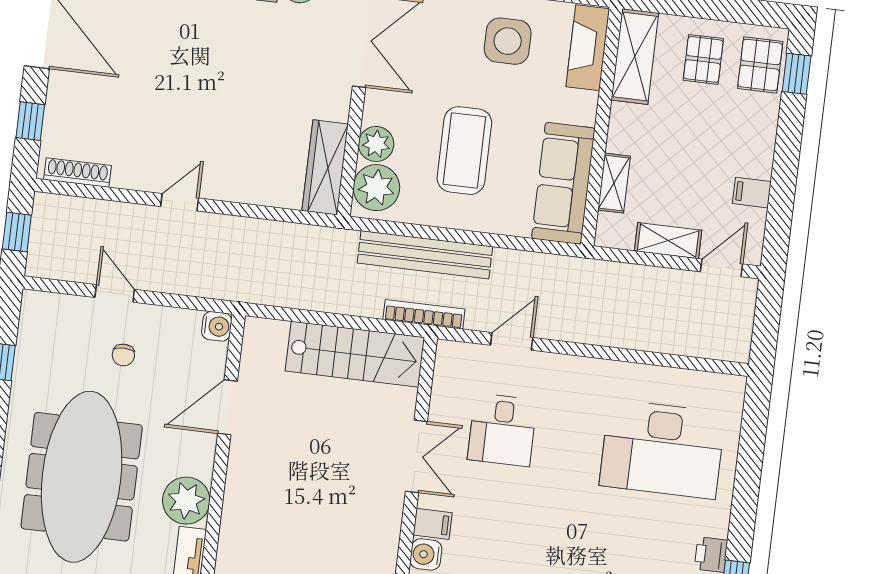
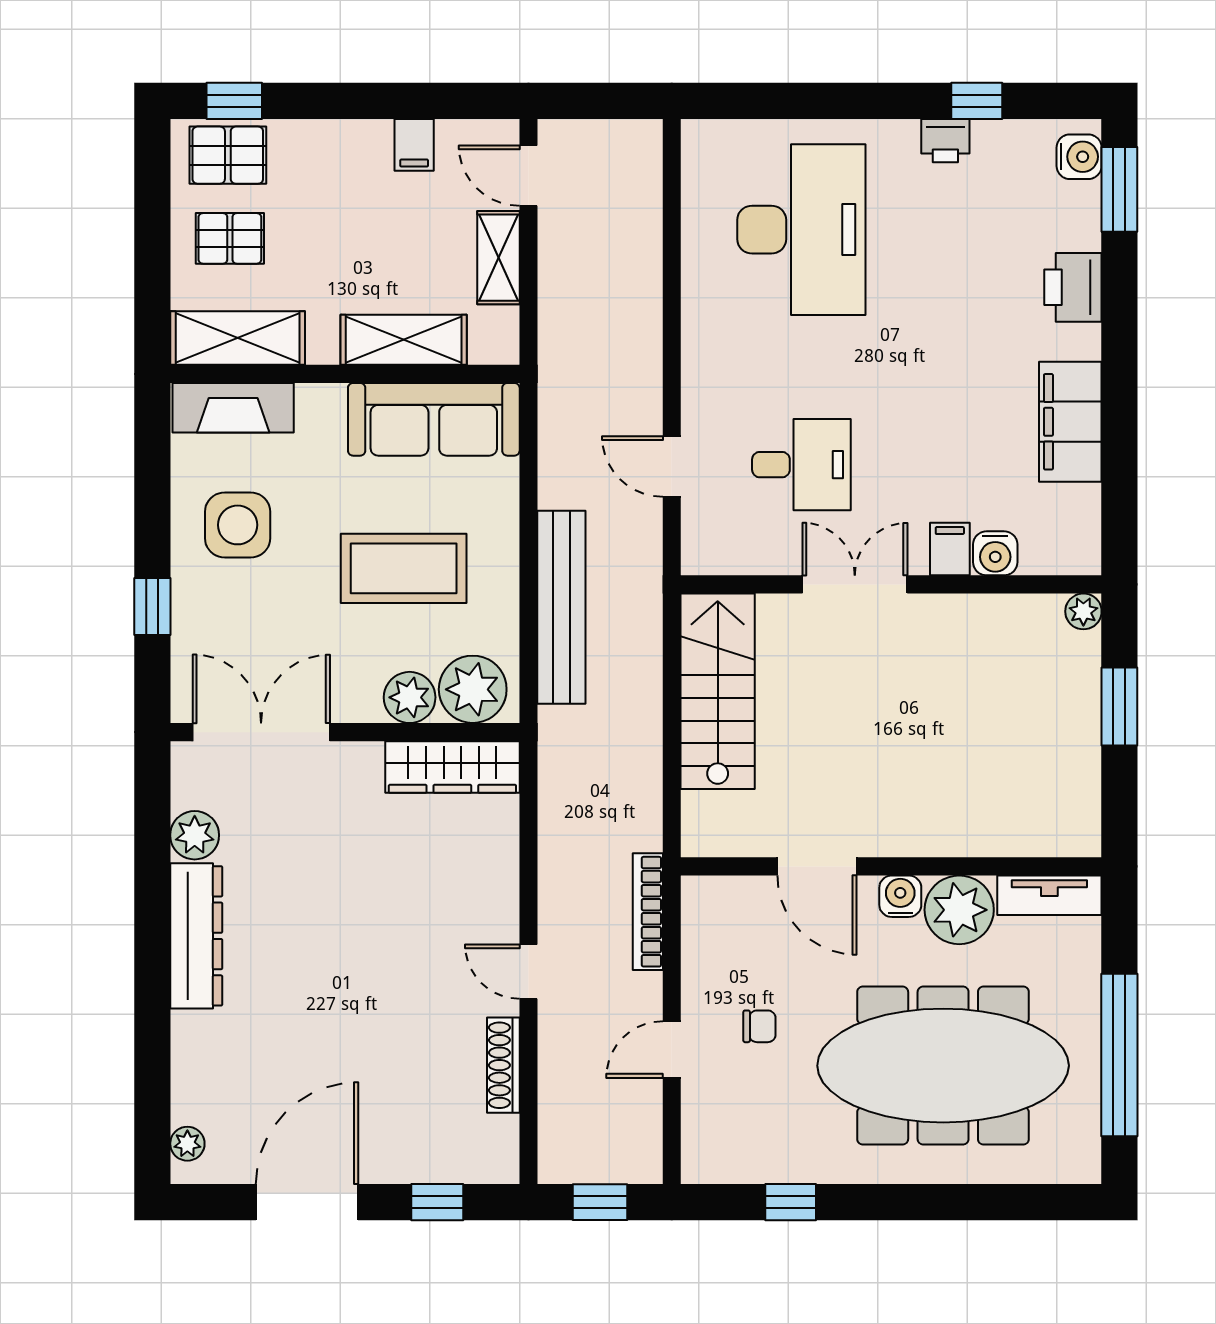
shoe rack: (77, 173) -> (503, 1065), moved
shelving: (614, 183) -> (404, 340), width x1.50, depth x1.33
bookcase: (424, 314) -> (648, 912), moved
water cooler: (217, 326) -> (900, 896), moved

